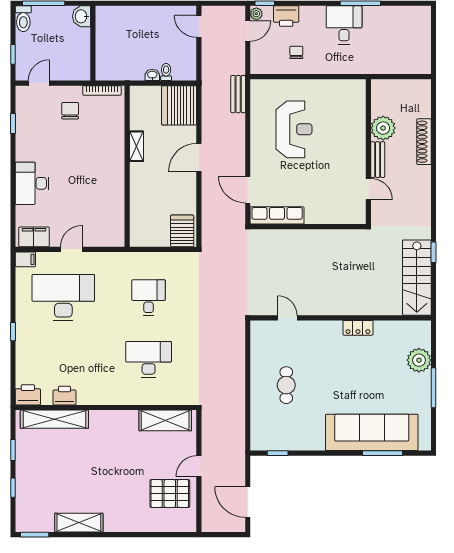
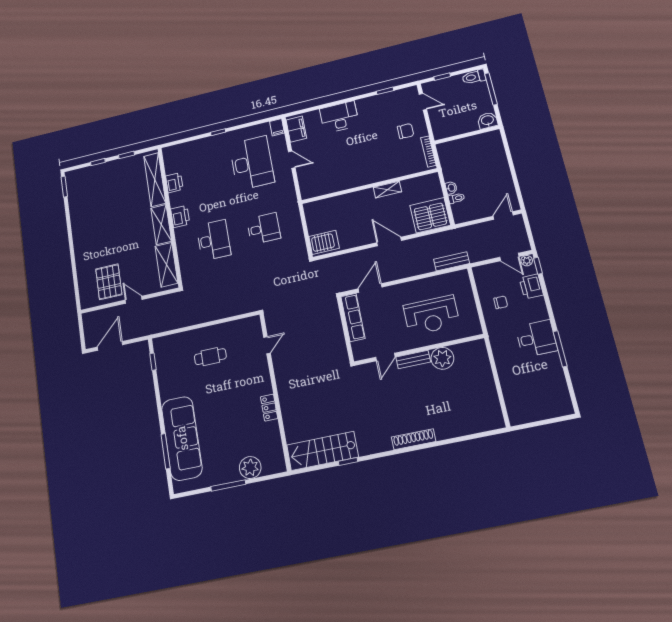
plant: (383, 128) -> (442, 358), moved
shoe rack: (424, 142) -> (414, 439), moved
wall: (368, 152) -> (418, 350), moved
bench: (378, 160) -> (413, 360), moved
door: (368, 189) -> (385, 357), moved
printer: (28, 395) -> (180, 216), moved
shelving: (79, 523) -> (161, 225), moved

